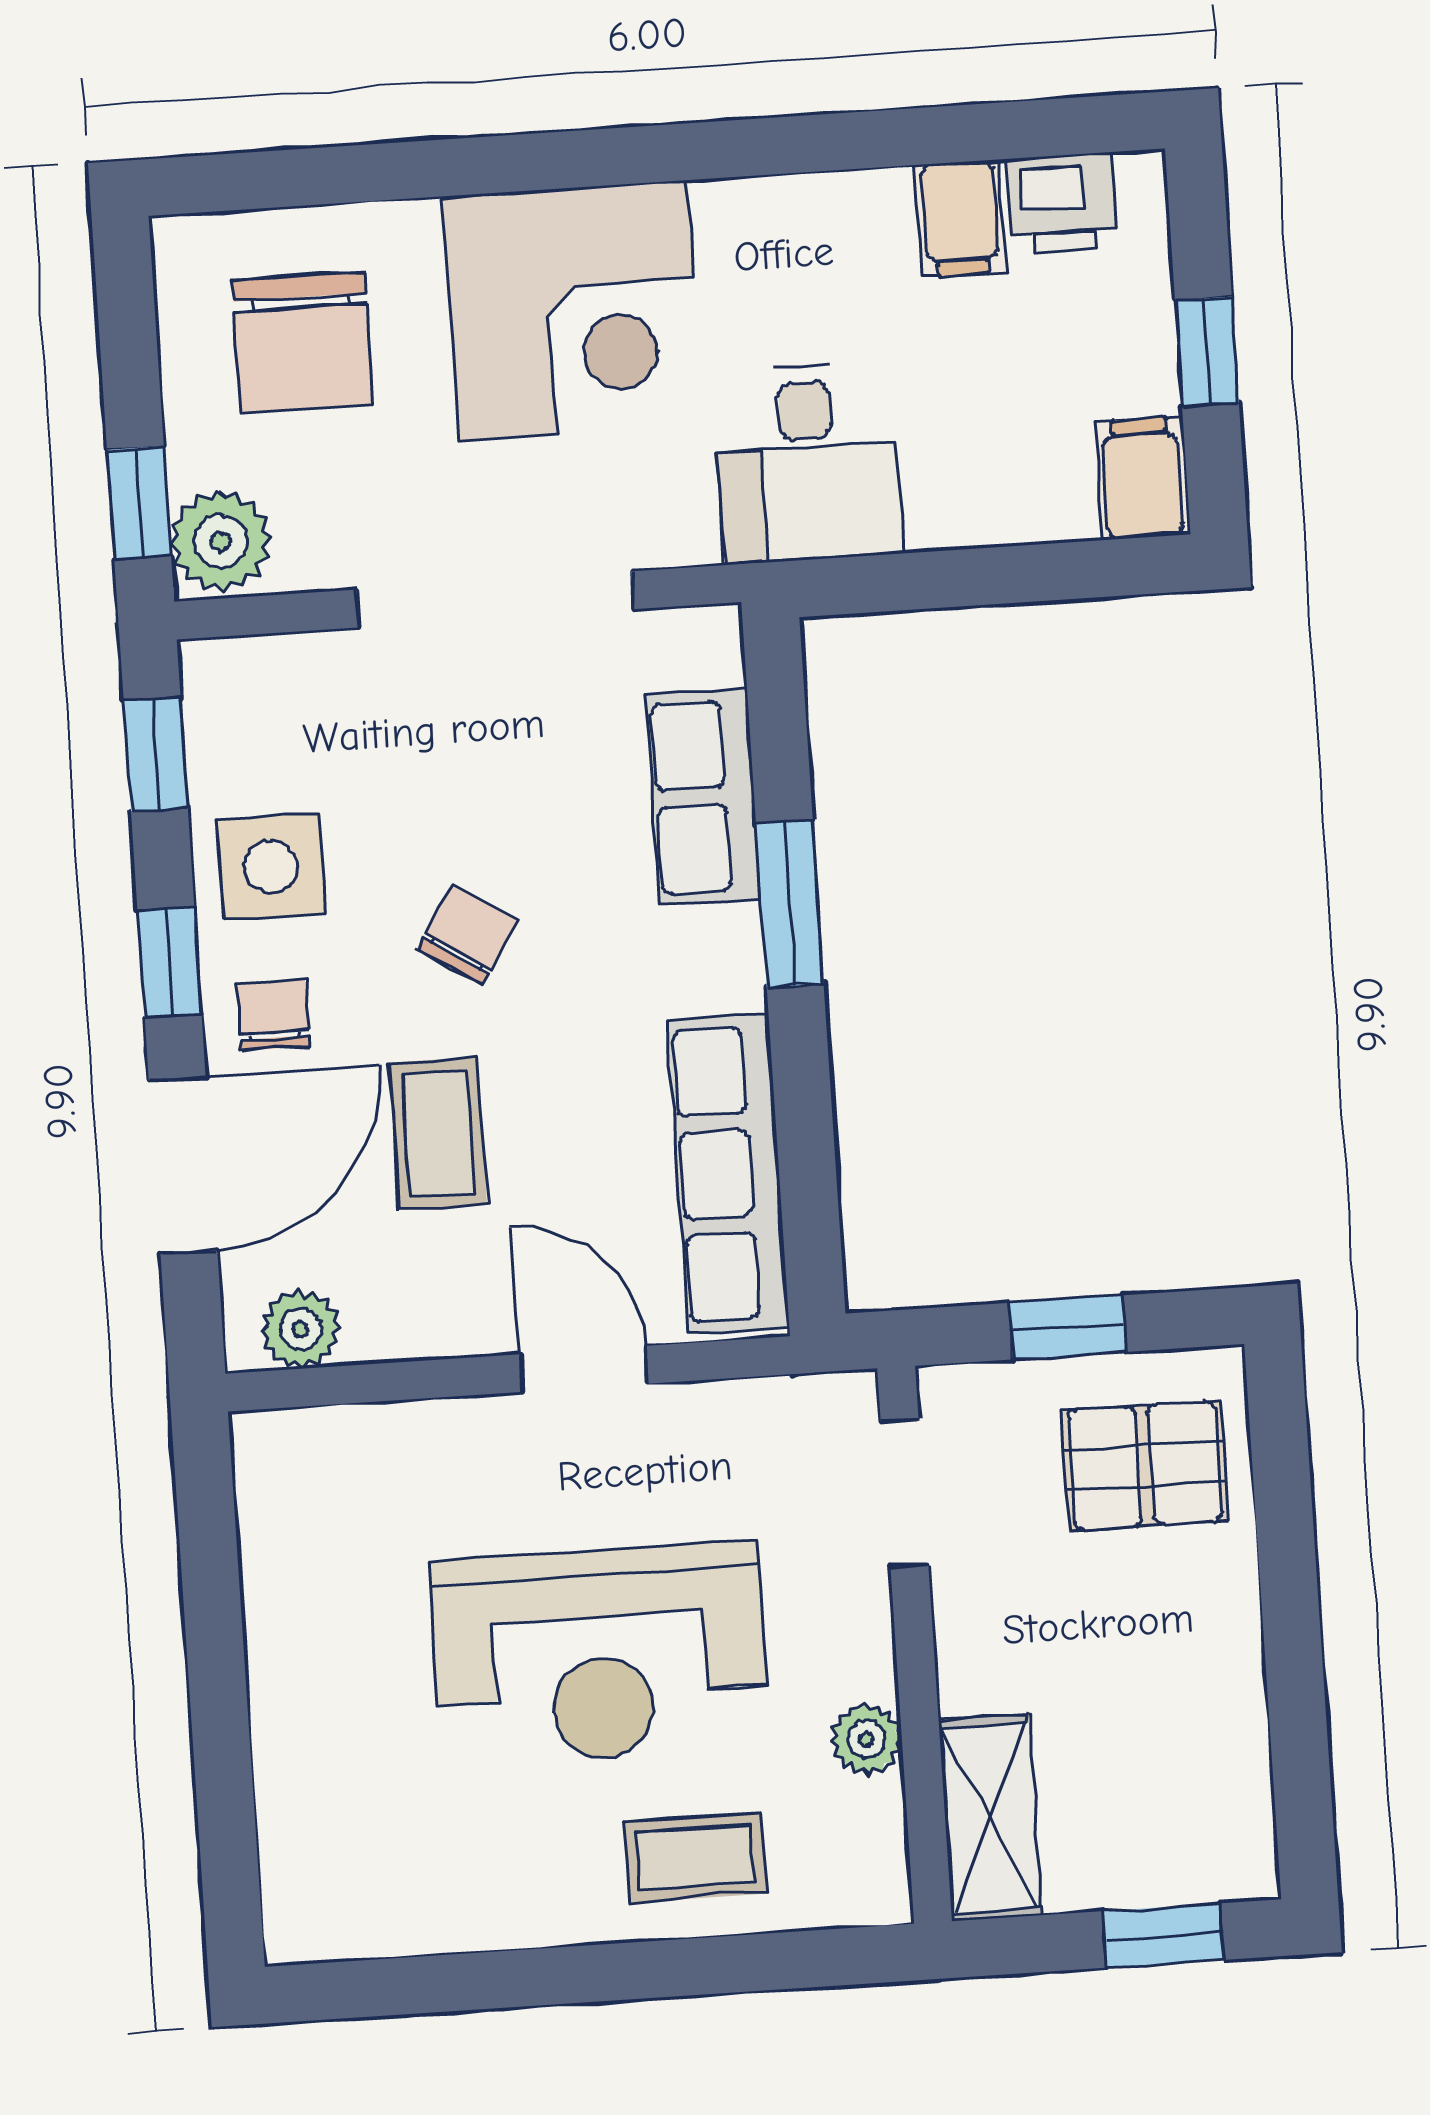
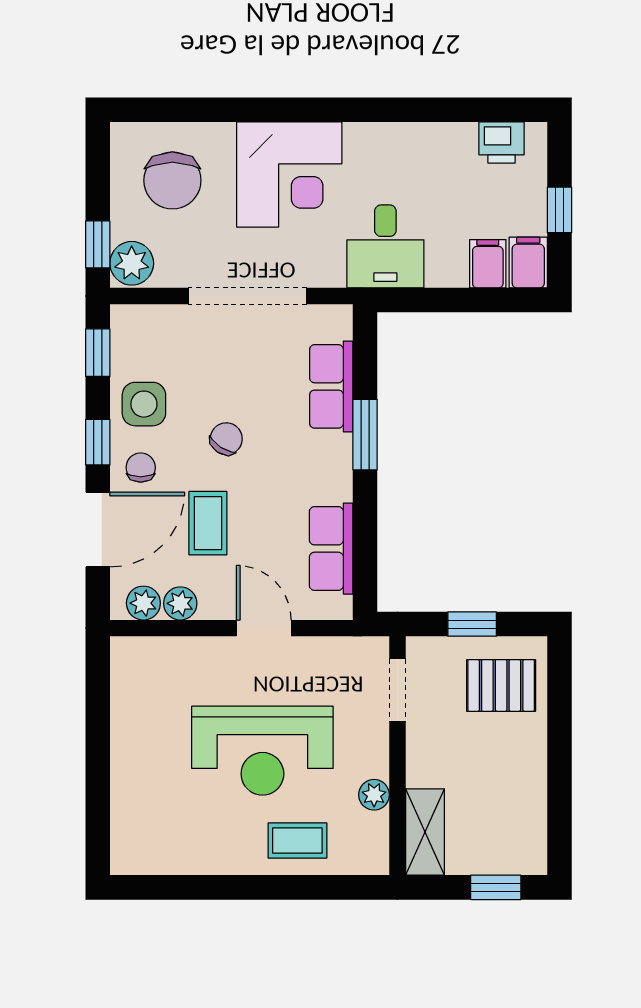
filing cabinet: (960, 218) -> (488, 264), moved, turned 180
row of seats: (728, 1174) -> (331, 549), width x0.68
plant: (386, 1324) -> (180, 603), added

